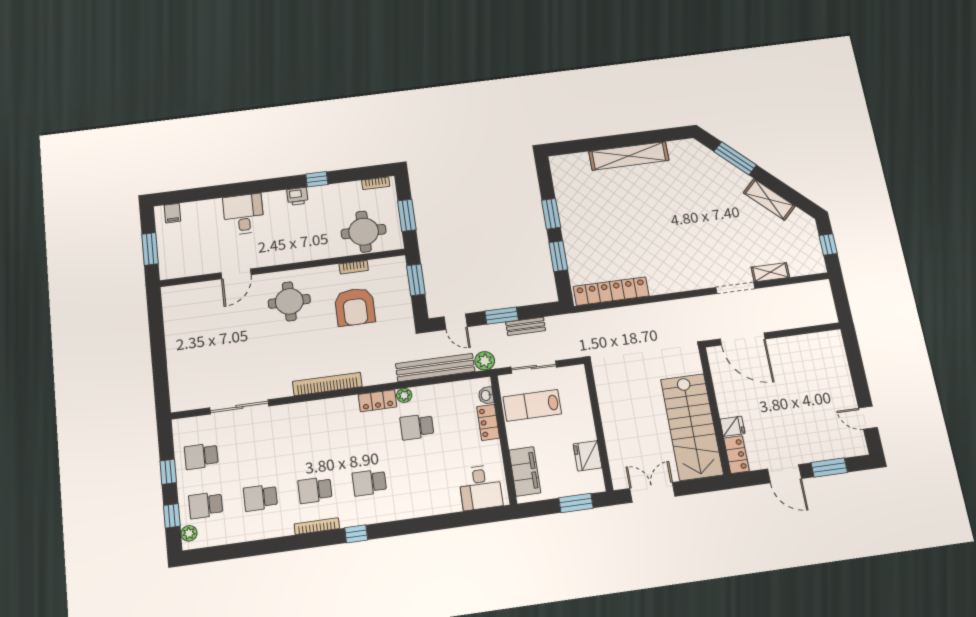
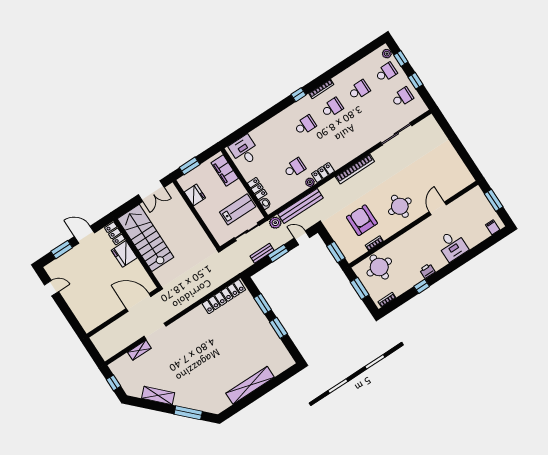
fridge: (732, 426) -> (124, 254), width x1.88, depth x1.34

